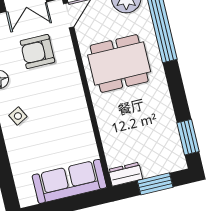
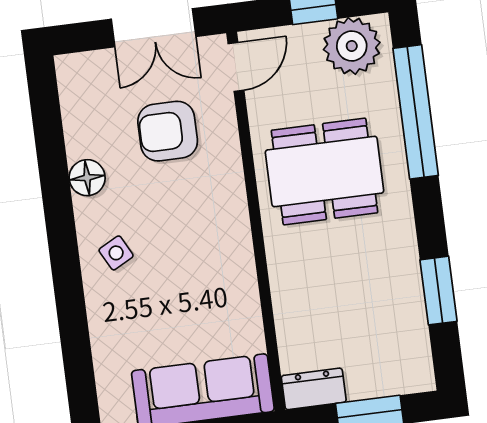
window: (188, 137) -> (439, 291), moved

